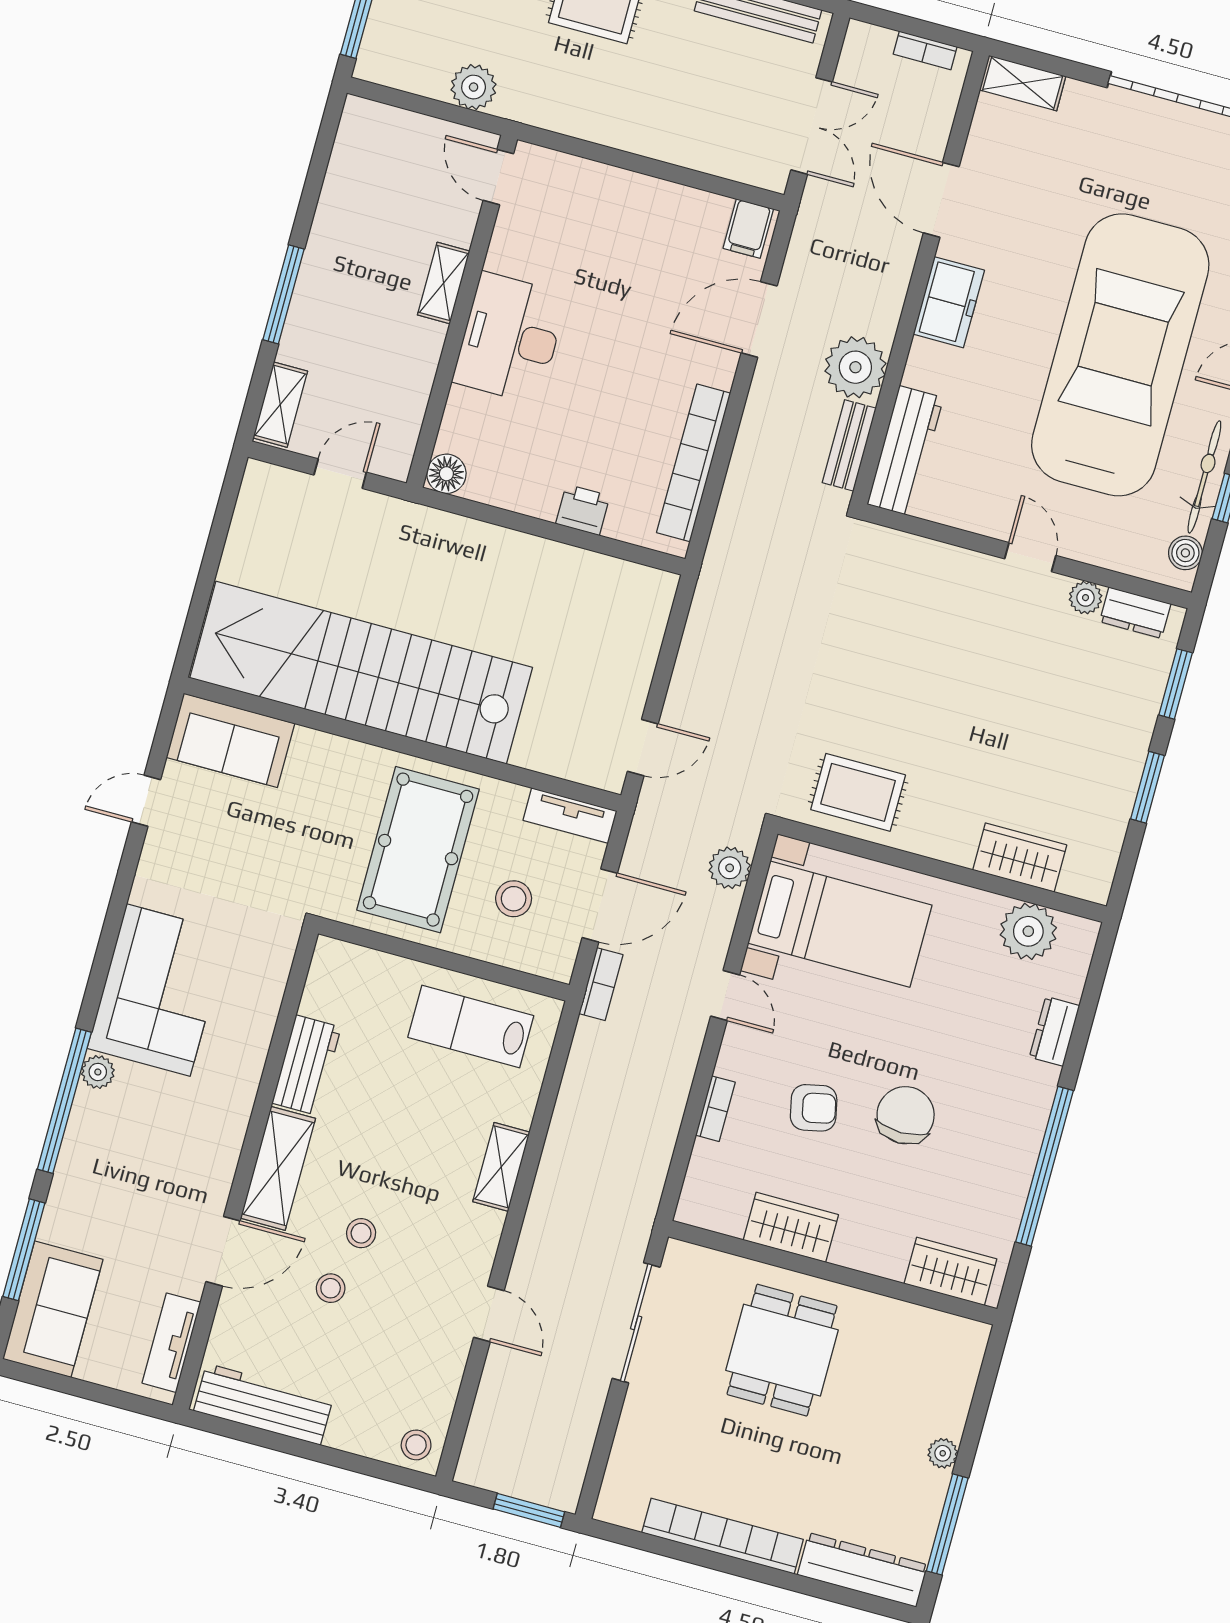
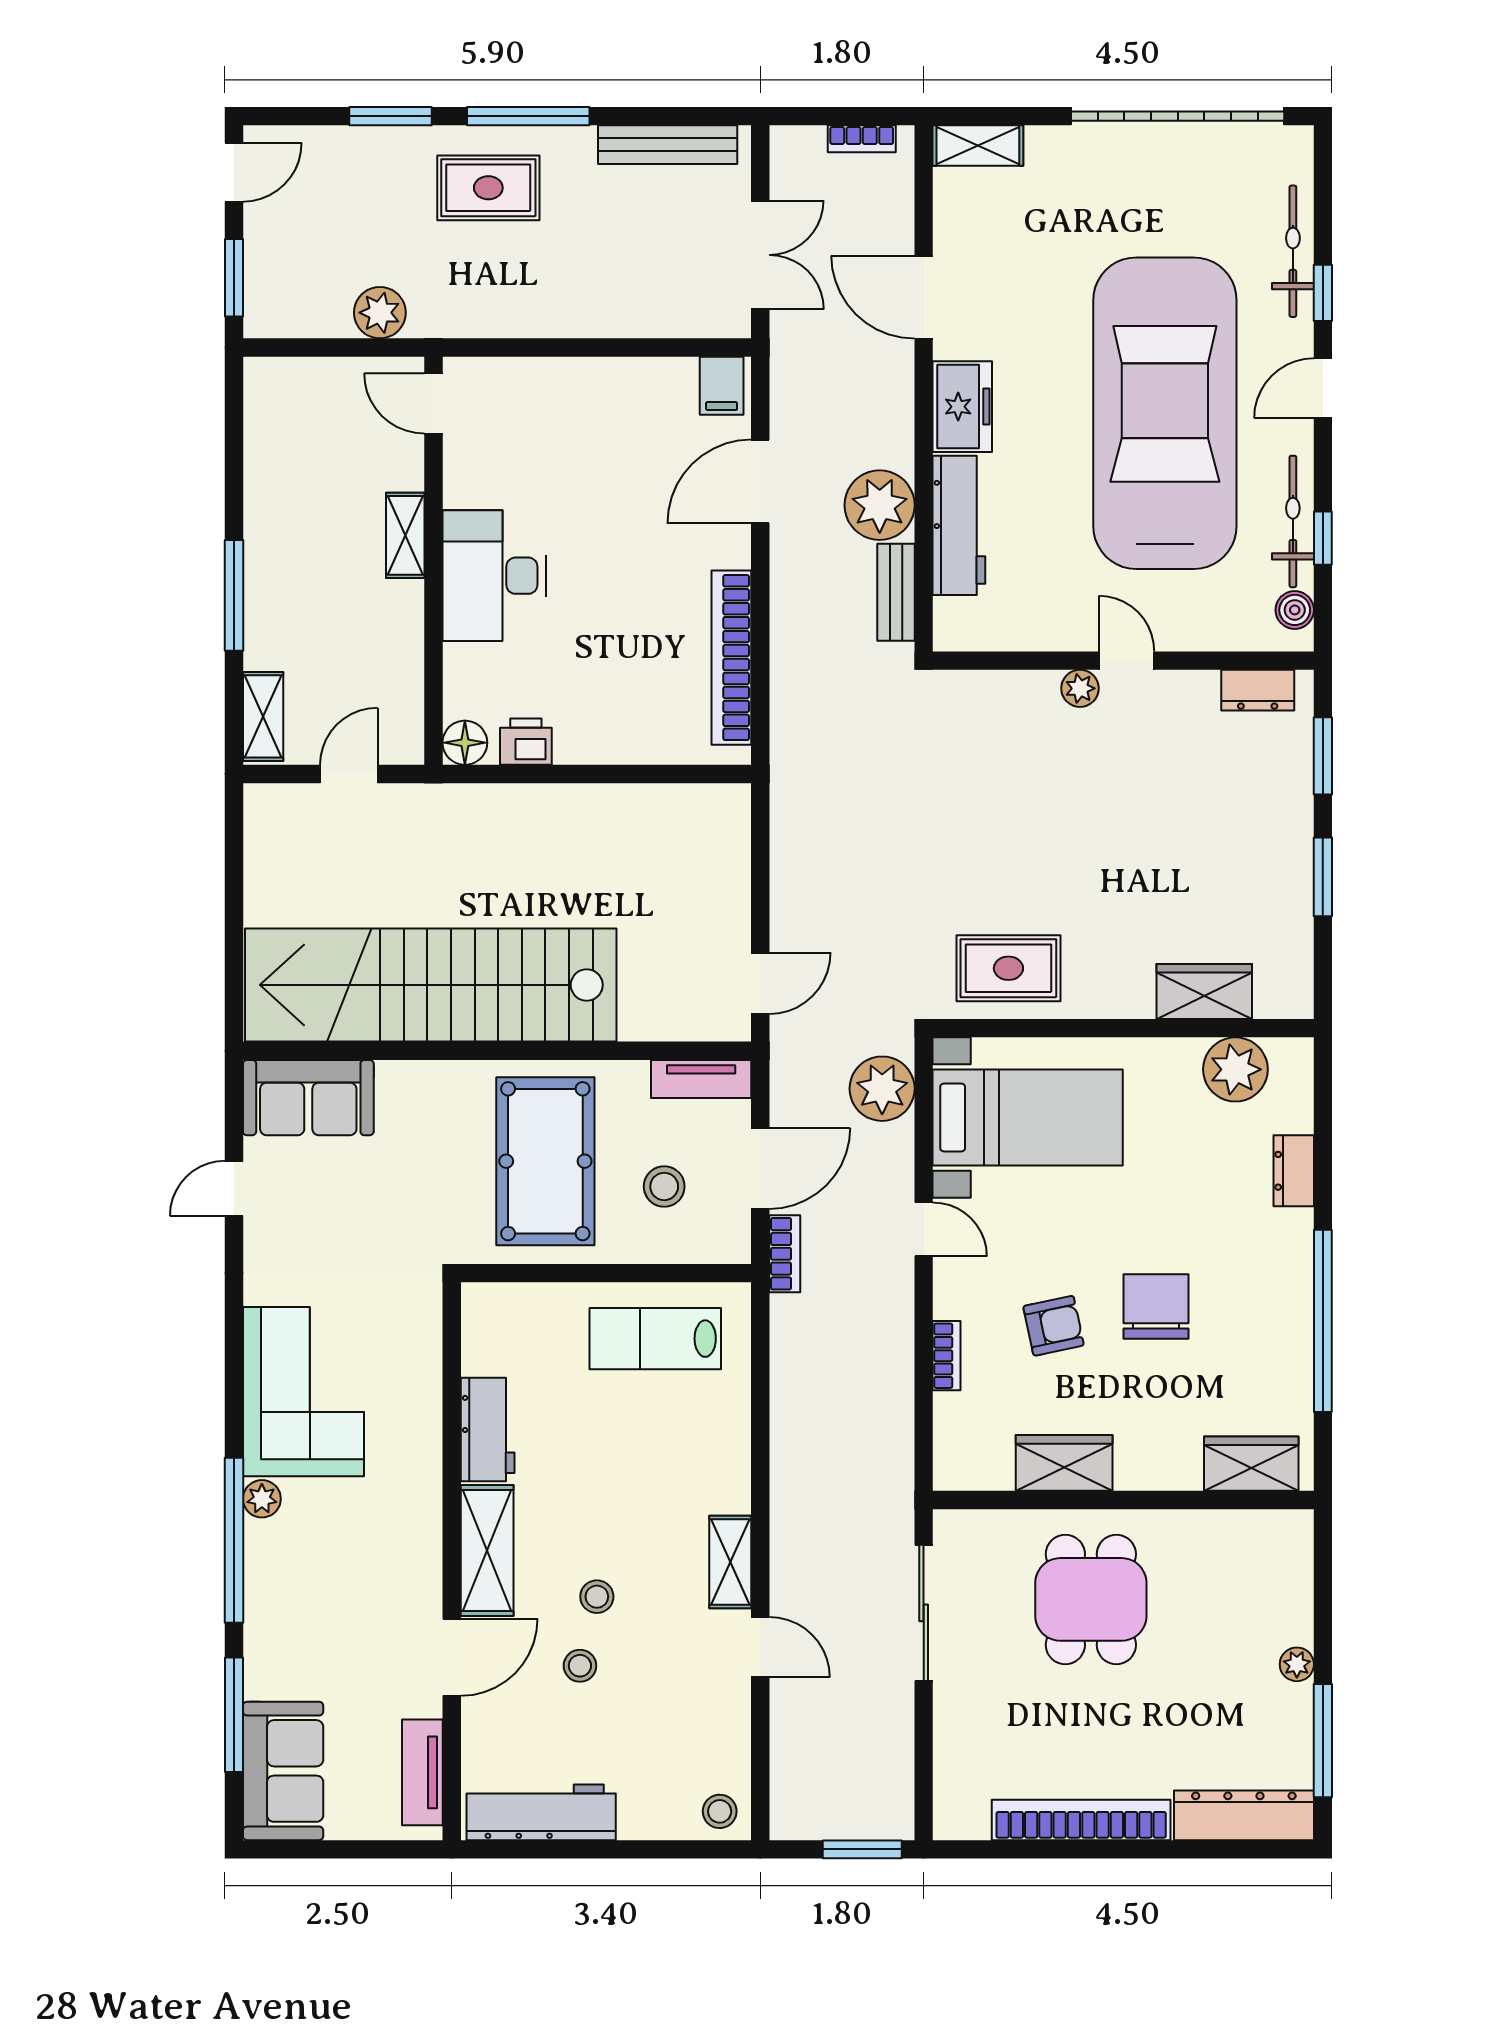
workbench: (905, 451) -> (959, 525), moved
printer: (583, 510) -> (526, 742), moved
plant: (1086, 598) -> (1080, 688), moved
plant: (730, 868) -> (882, 1089), width x1.36, depth x1.36
shelving: (501, 1167) -> (730, 1562), moved

